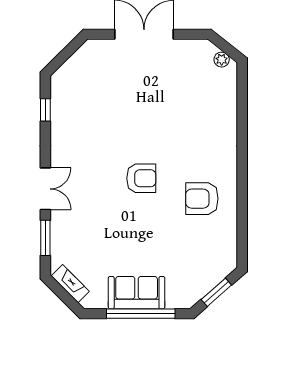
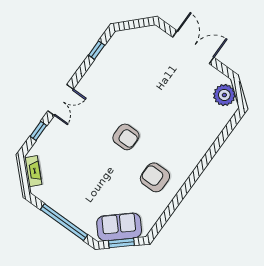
plant: (222, 60) -> (224, 95), width x1.87, depth x1.87
window: (45, 238) -> (38, 131), width x0.67
sofa: (137, 293) -> (119, 227), moved, turned -41

